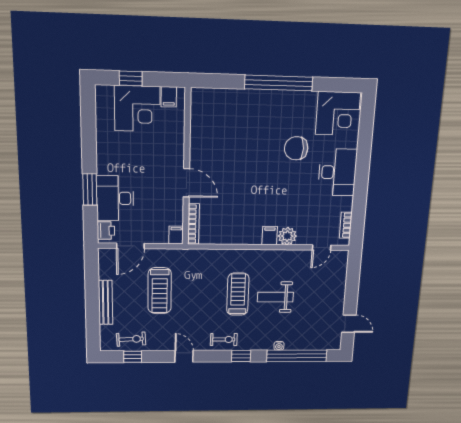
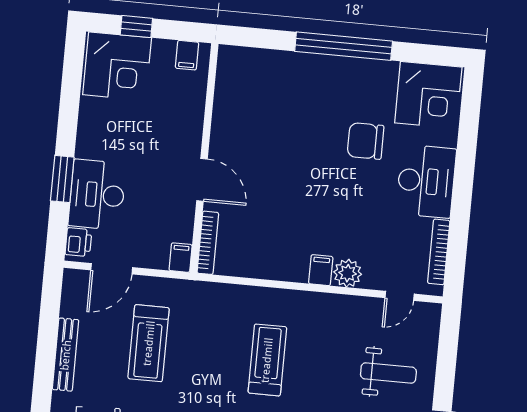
corner desk: (137, 109) -> (117, 66), moved
bookcase: (346, 225) -> (439, 252), width x1.56
weight bench: (275, 297) -> (388, 373), moved, turned 180

